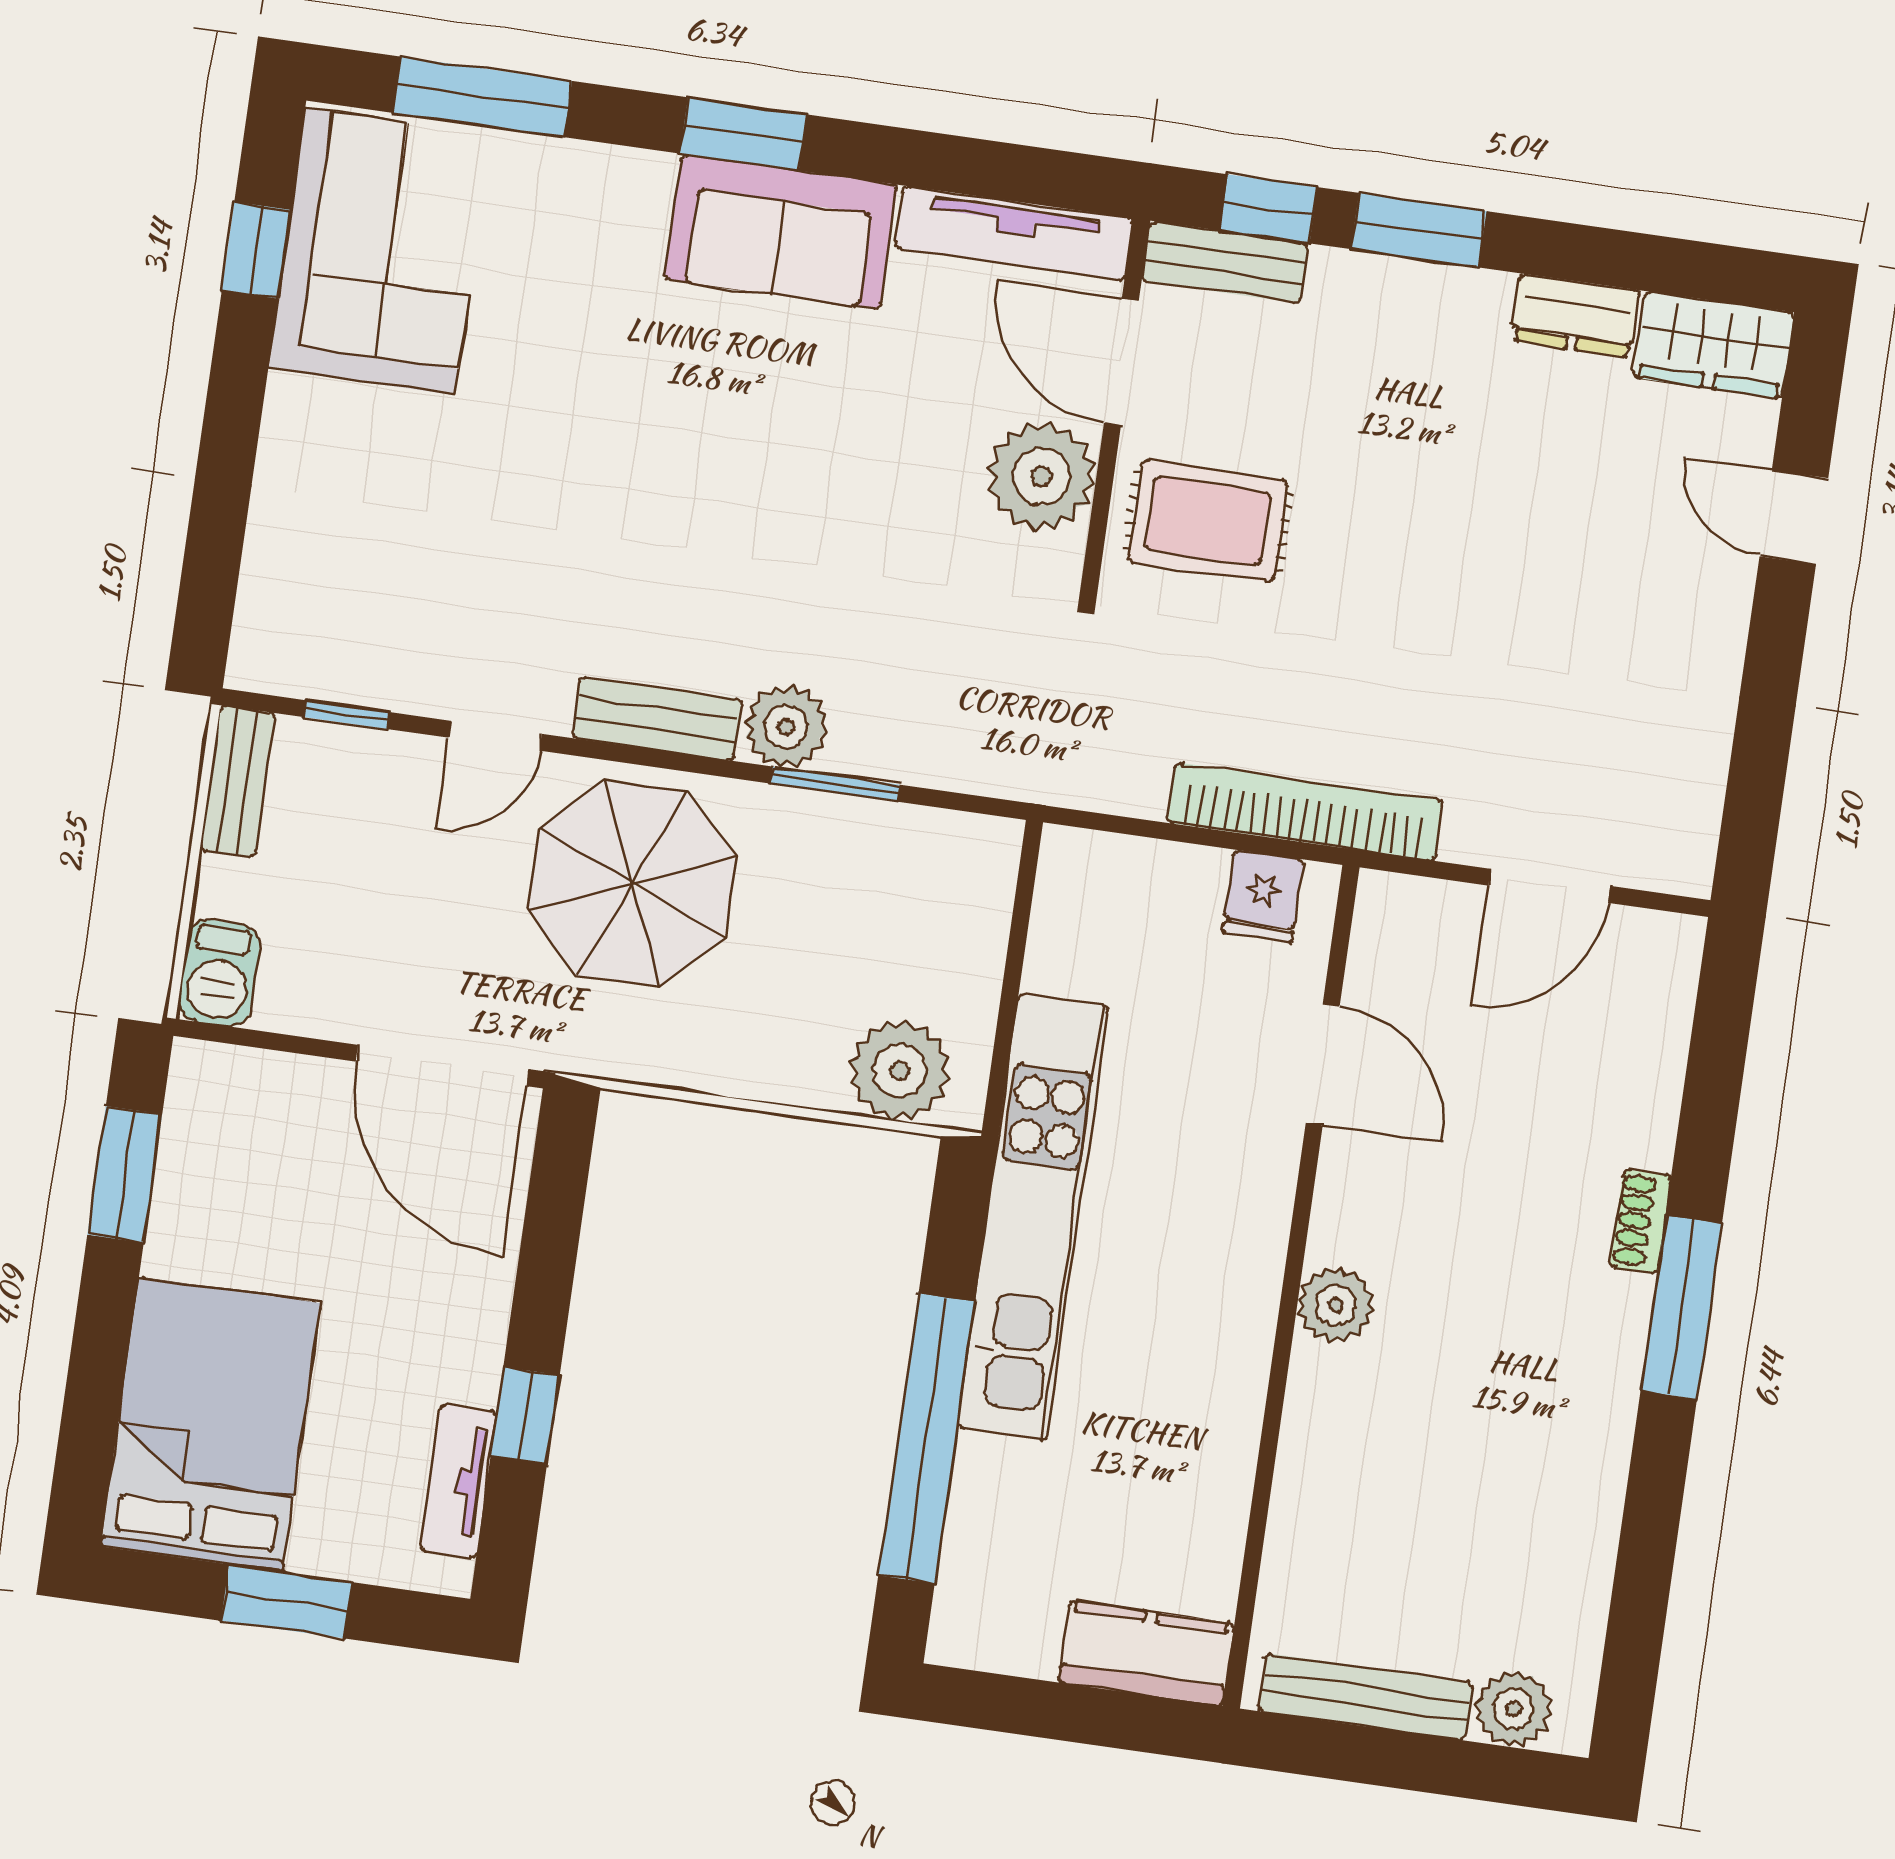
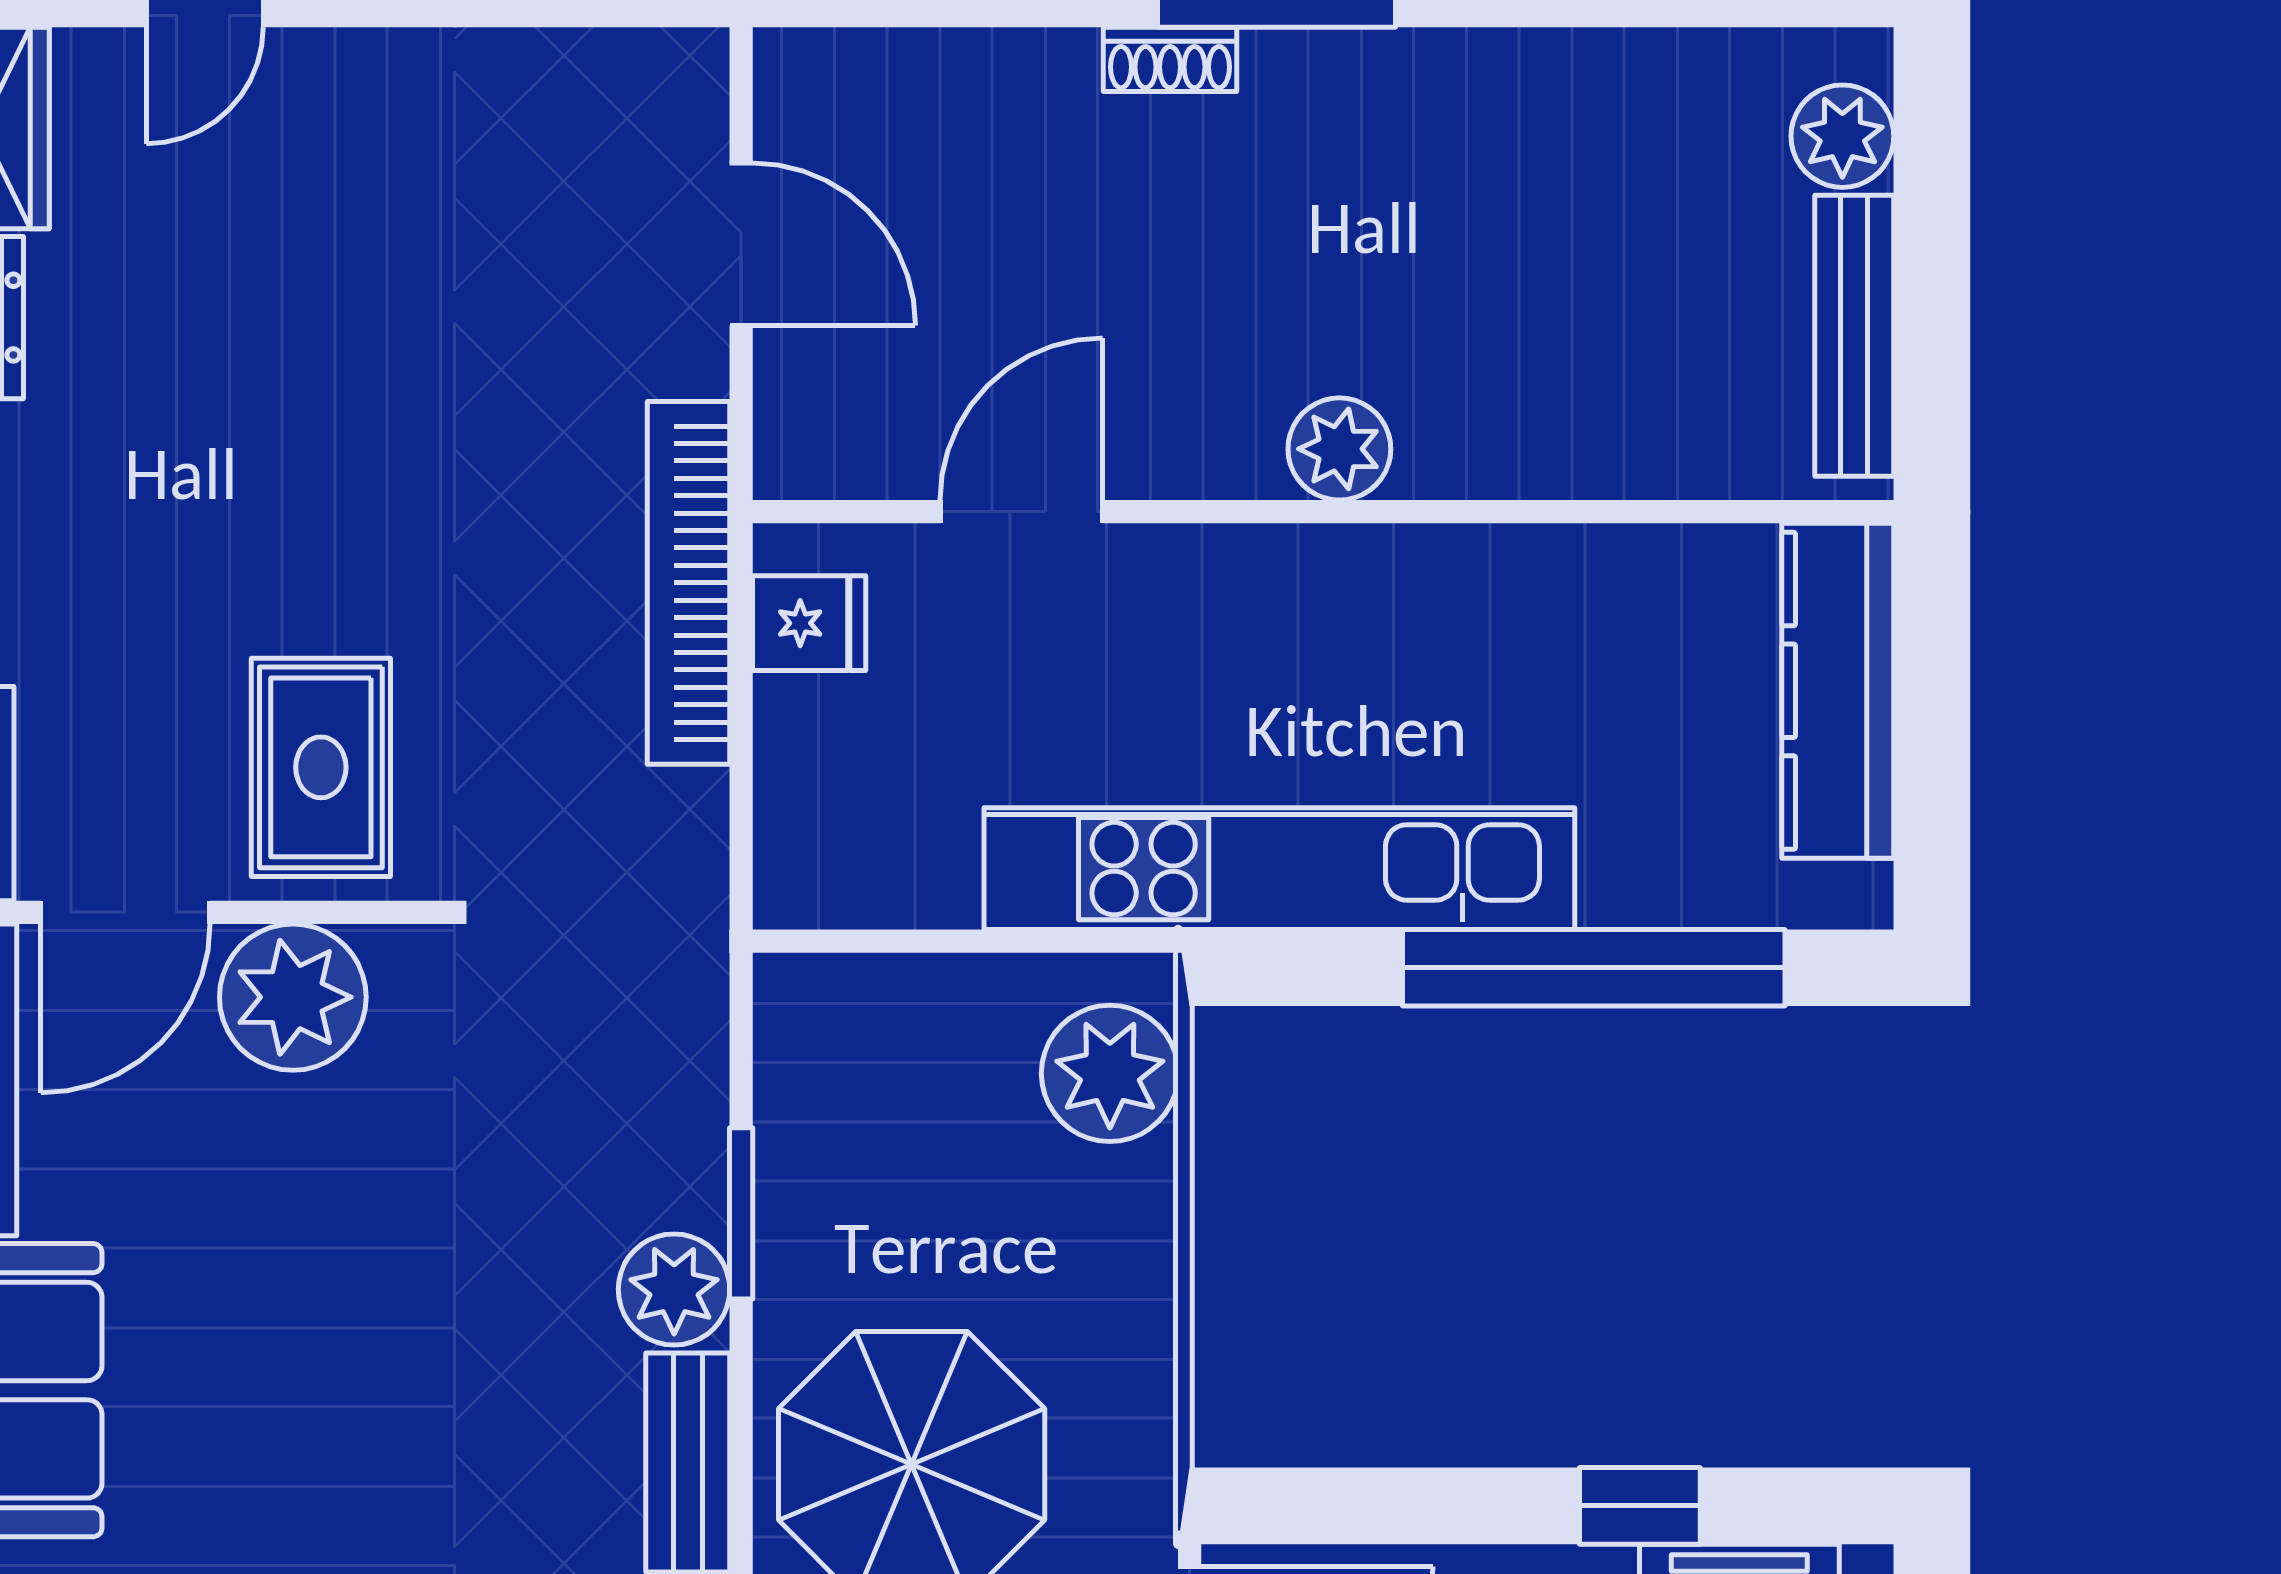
kitchen counter: (1146, 1653) -> (1838, 691), width x1.50

